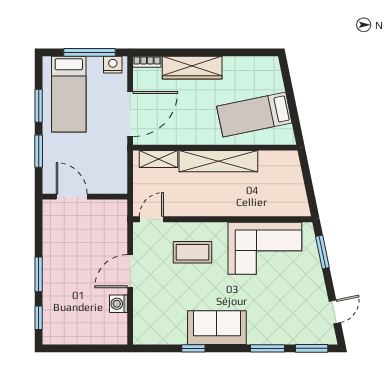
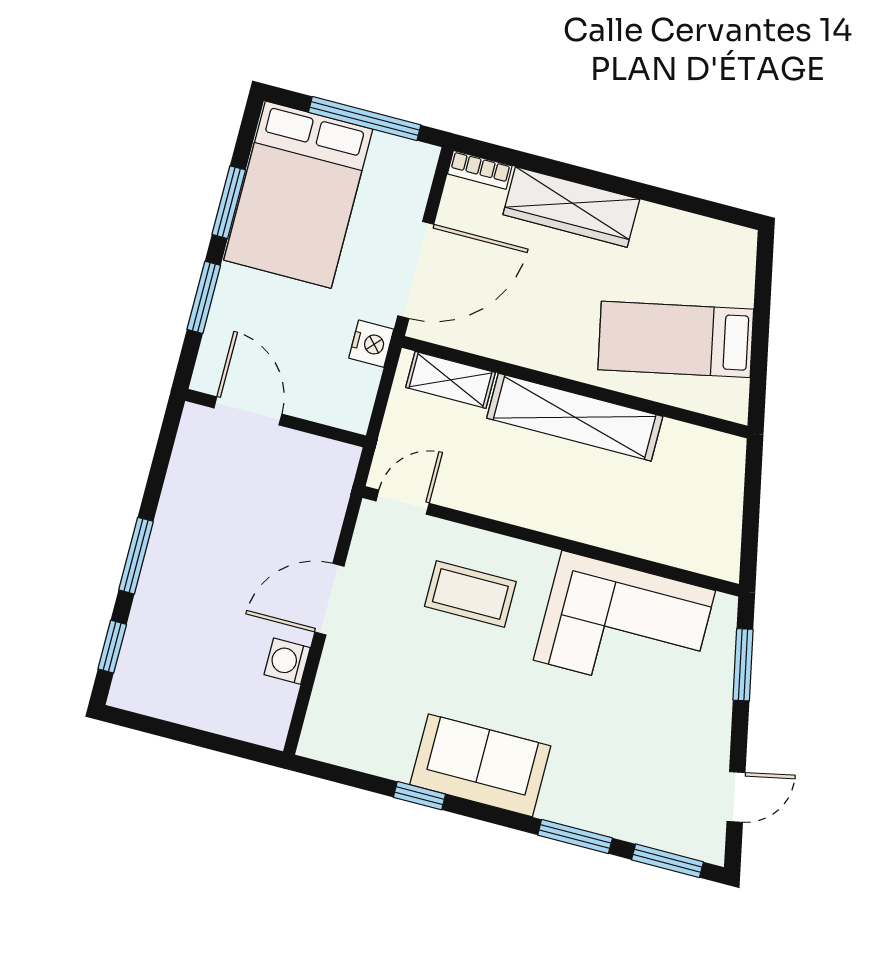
nightstand: (113, 65) -> (371, 344), moved, turned 90
bed: (69, 94) -> (298, 195), width x1.50

